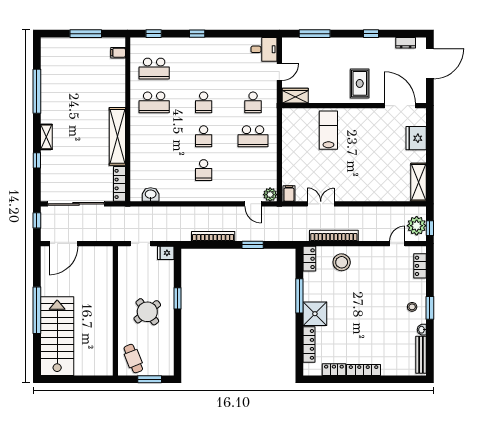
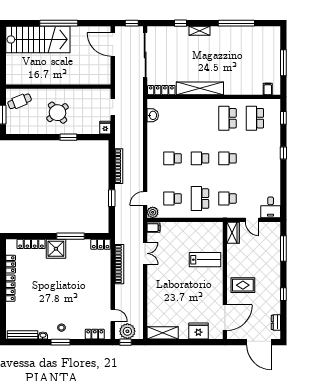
school desk: (253, 170) -> (173, 199), added
stool: (342, 262) -> (98, 270), removed

